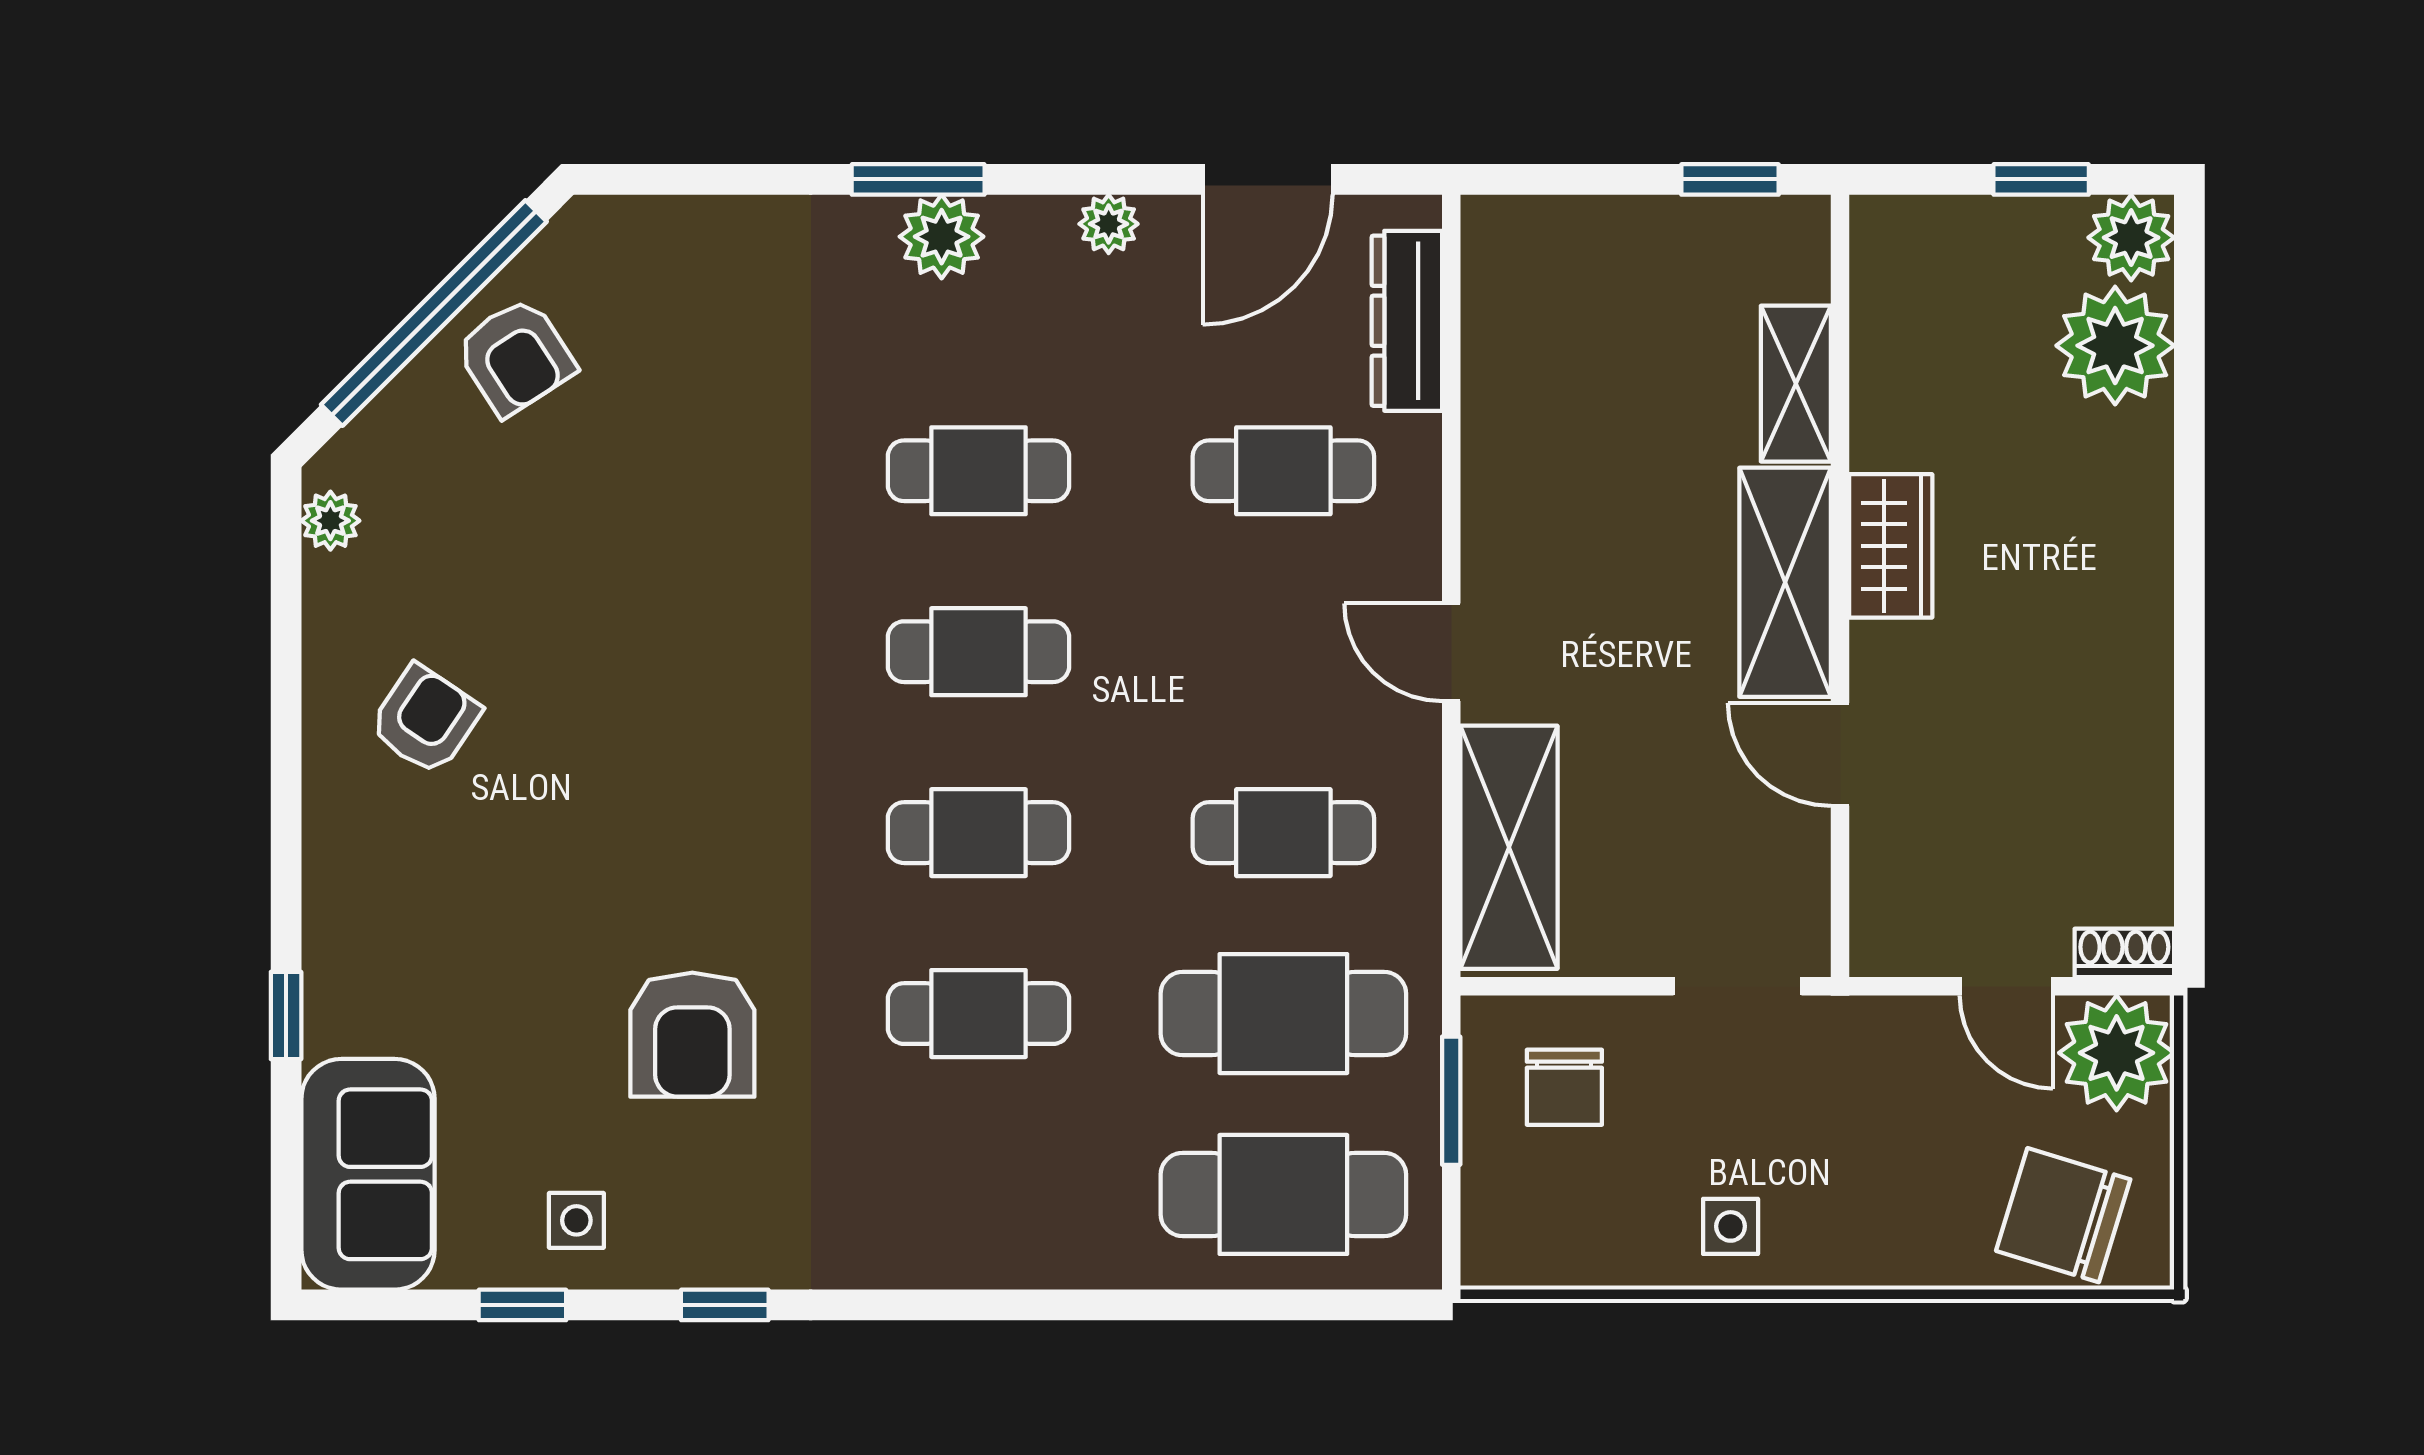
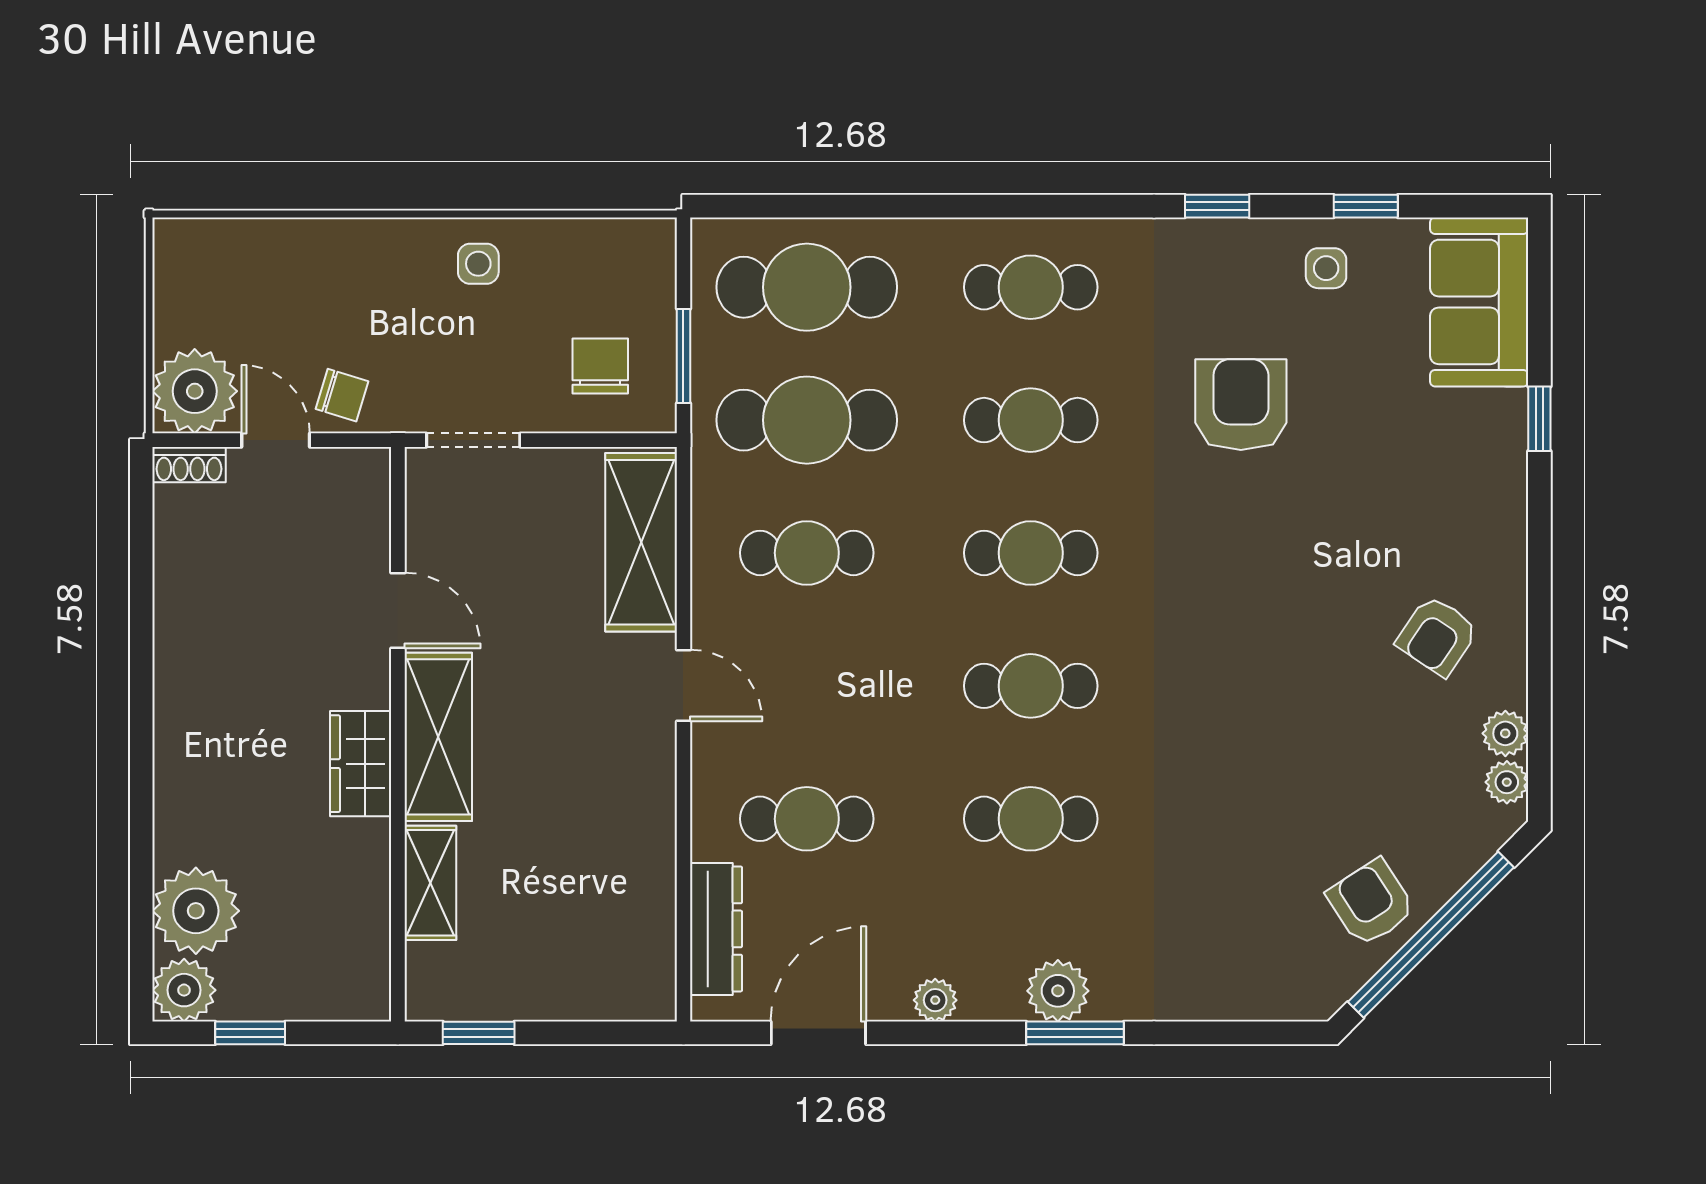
plant: (332, 587) -> (1505, 733), added
cafe table: (978, 1194) -> (1031, 287), added
chair: (2063, 1215) -> (342, 395), moved, width x0.54, depth x0.54

